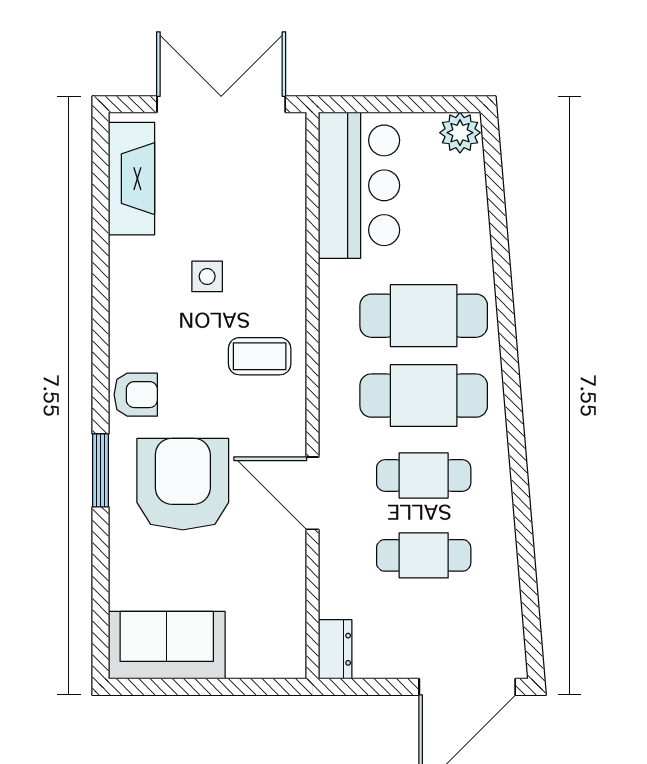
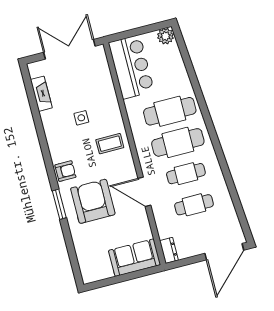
fireplace: (132, 179) -> (41, 94), width x0.73, depth x0.76
sofa: (167, 645) -> (135, 258), moved

